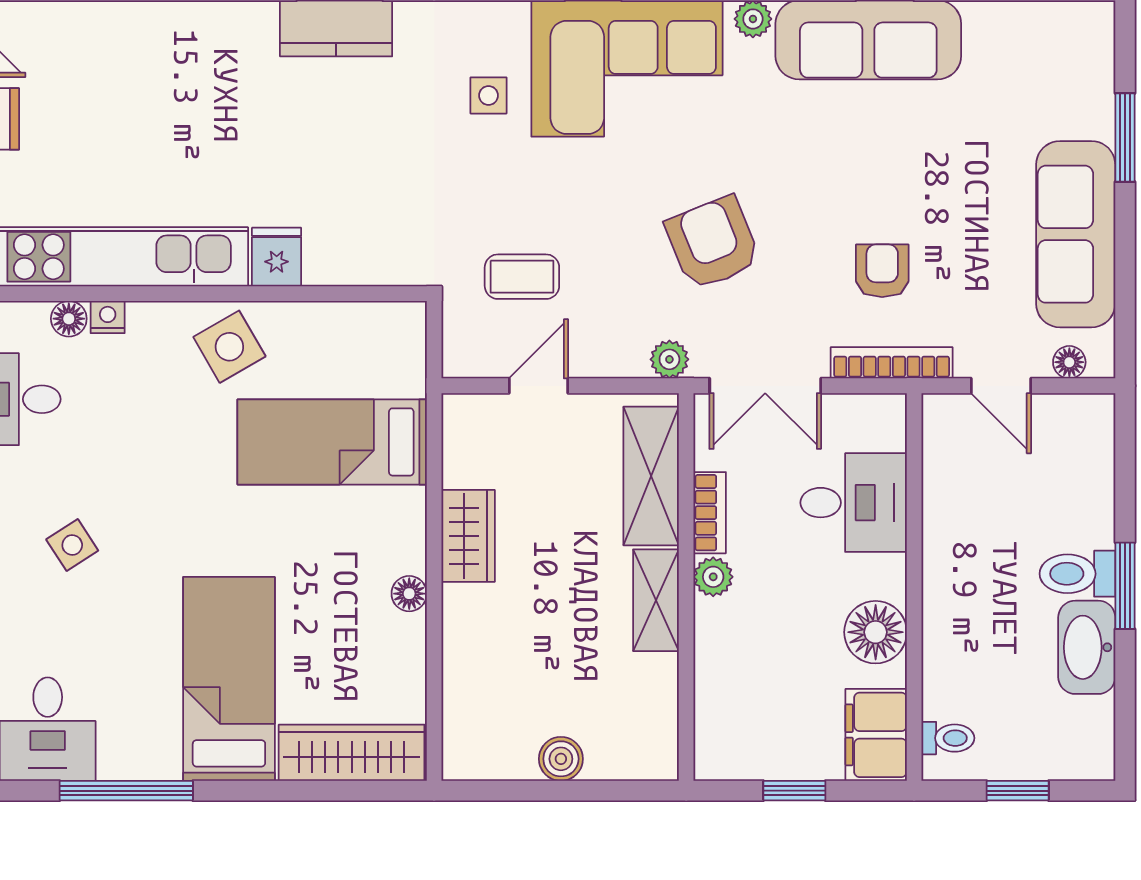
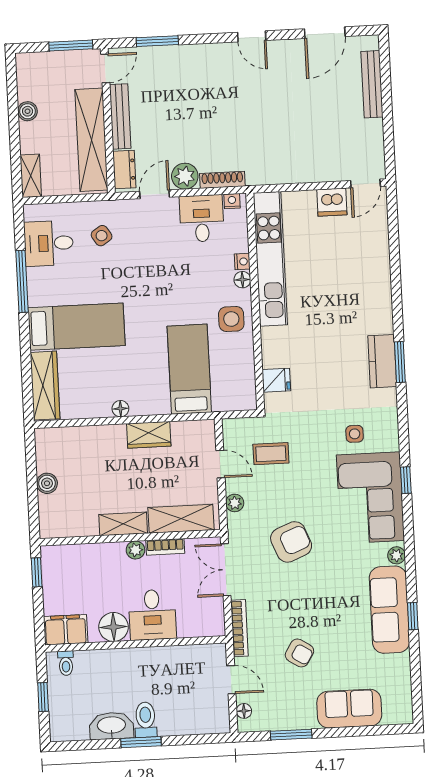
window: (1125, 137) -> (291, 735), moved
sofa: (1076, 234) -> (349, 709), moved, width x0.73
fridge: (277, 257) -> (276, 380), moved
armchair: (882, 271) -> (299, 653), moved, turned 32
coffee table: (522, 277) -> (271, 454), turned 90
floor lamp: (69, 319) -> (242, 280), moved
side table: (229, 347) -> (231, 319), turned 30
plant: (669, 359) -> (235, 503), moved
door: (1001, 386) -> (231, 680), swing flipped
desk: (854, 503) -> (152, 615), moved
side table: (72, 545) -> (102, 236), moved
window: (794, 791) -> (37, 572), moved

